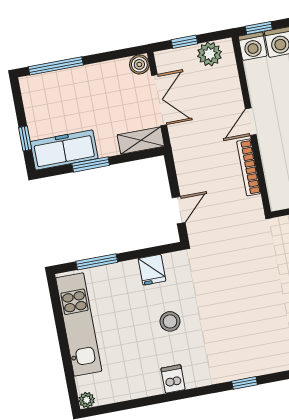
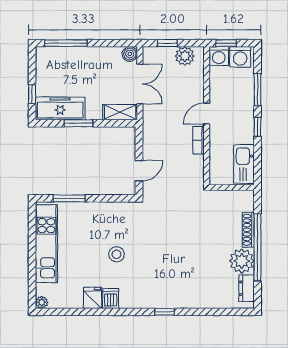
bookcase: (249, 167) -> (199, 140), width x0.64
fridge: (152, 270) -> (93, 298), moved, turned 180

